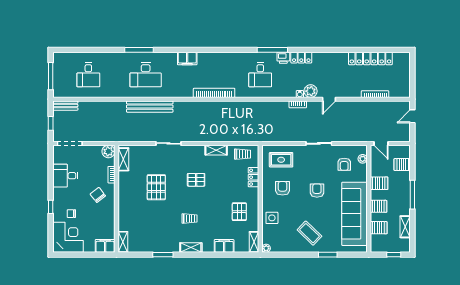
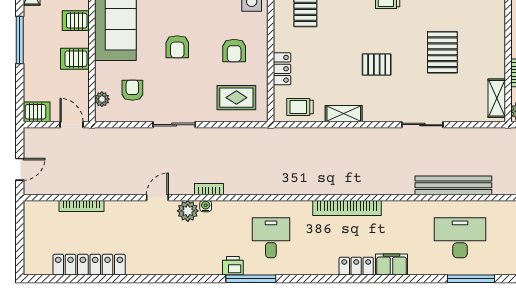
locker: (301, 58) -> (356, 266), moved
server rack: (402, 165) -> (37, 112), moved

